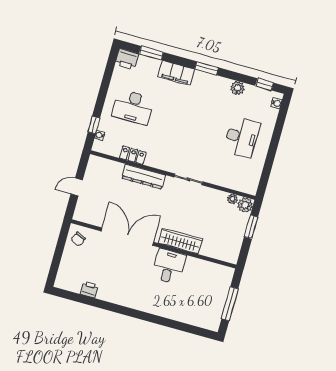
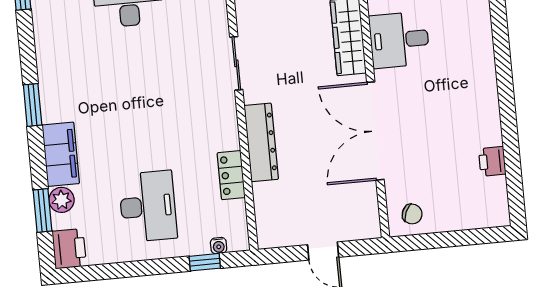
plant: (237, 88) -> (62, 200), moved

